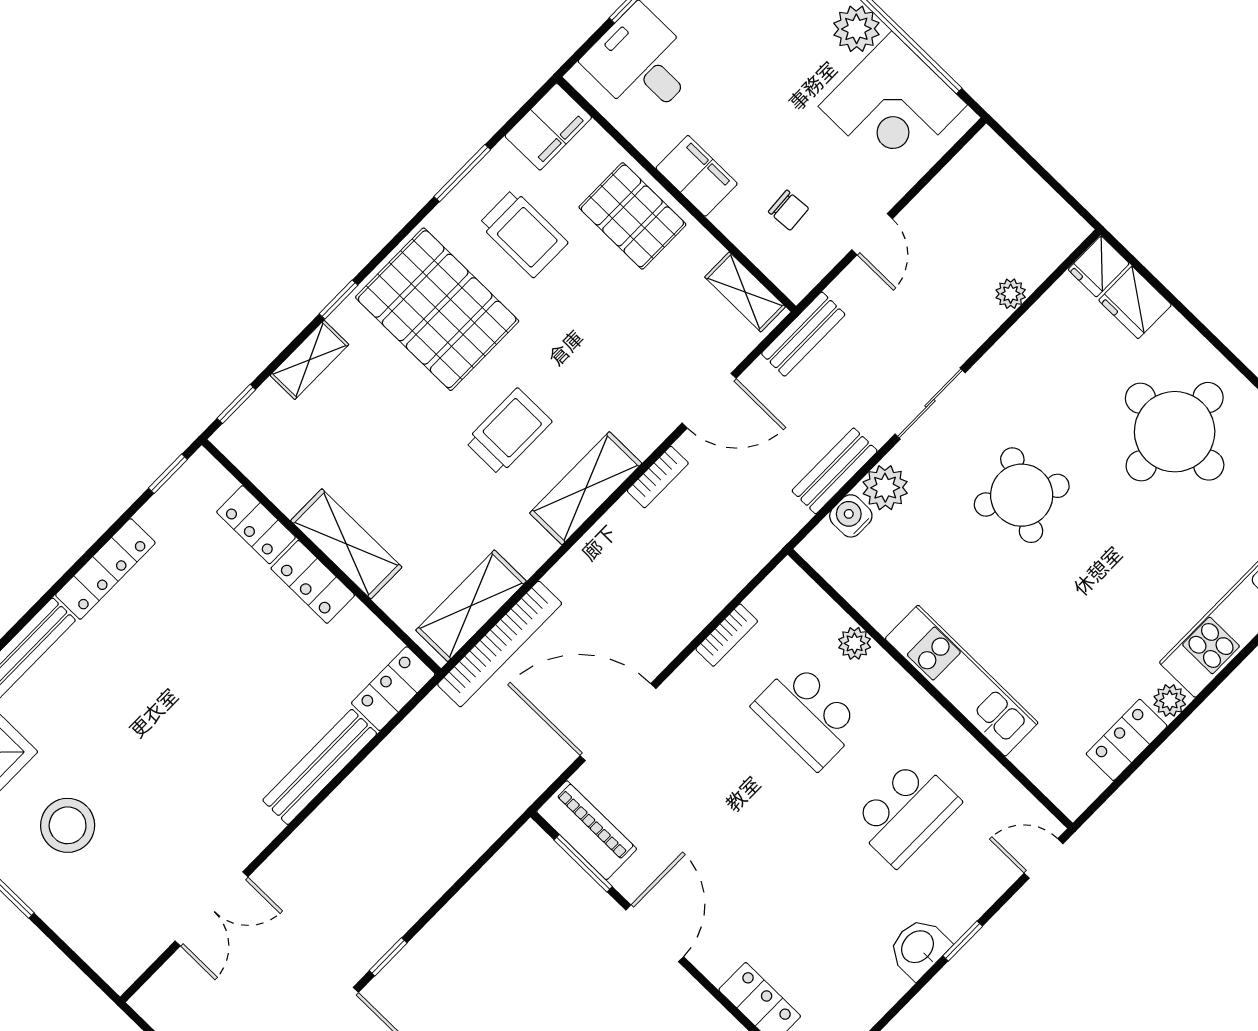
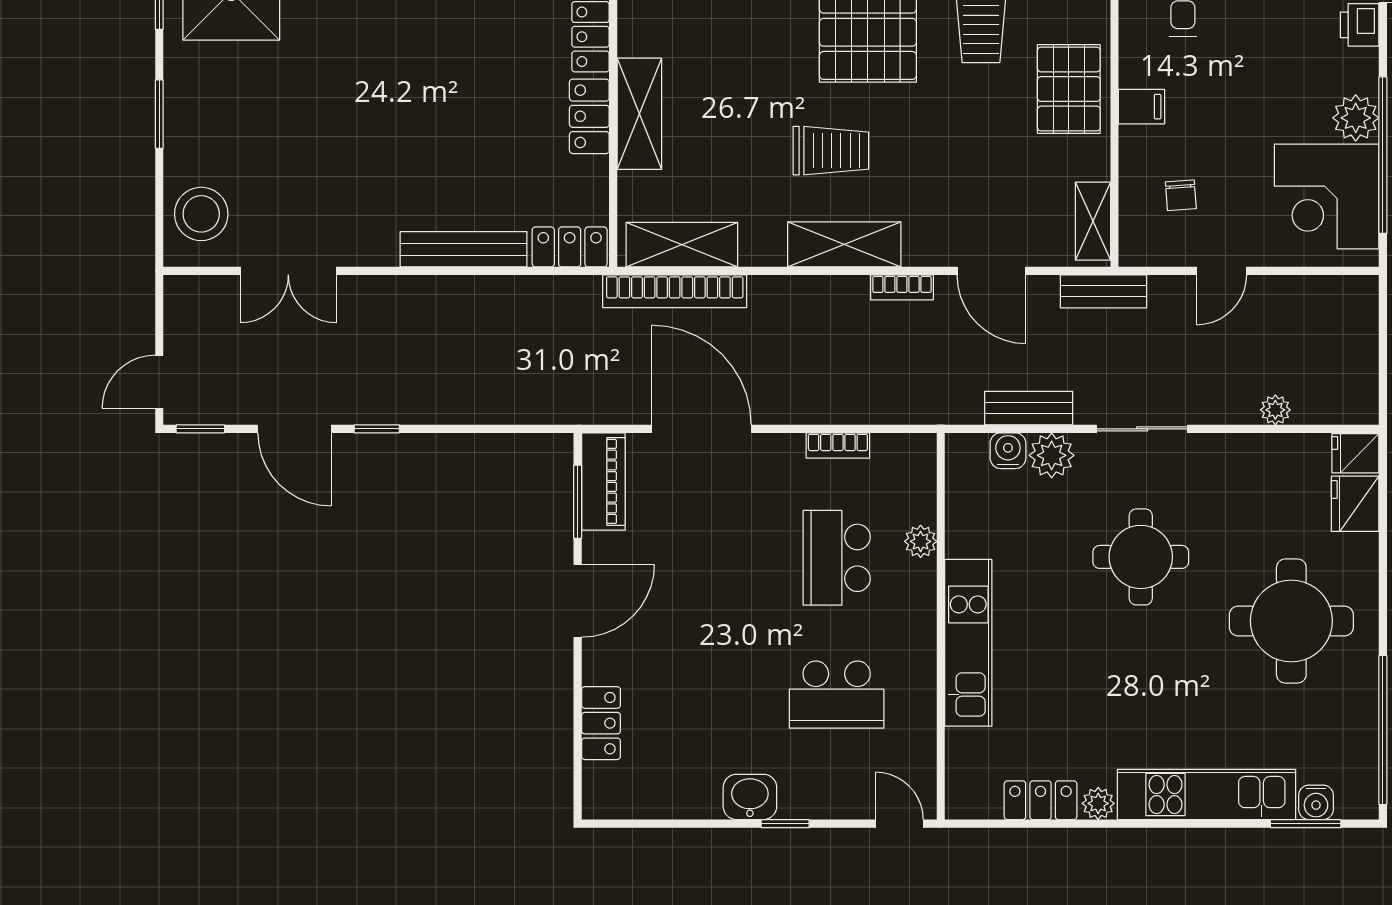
filing cabinet: (697, 176) -> (1141, 107), width x0.50
round table: (1022, 495) -> (1141, 557), turned -31
stool: (68, 825) -> (201, 214), moved

